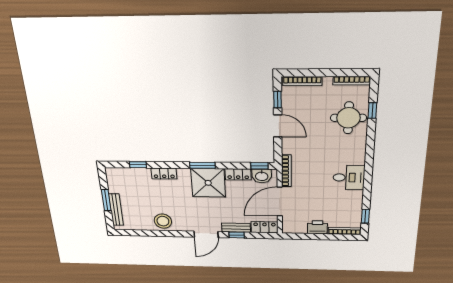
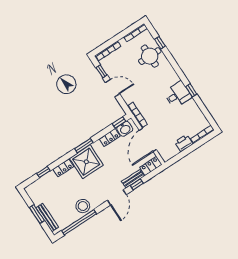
shower: (208, 183) -> (86, 162), moved
window: (365, 216) -> (191, 90), moved
window: (149, 233) -> (79, 222), added

